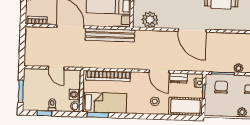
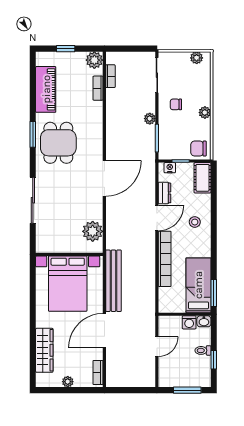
bookcase: (108, 76) -> (165, 259), moved
chair: (221, 87) -> (199, 149), moved
cot: (186, 106) -> (203, 178), width x0.73, depth x0.75

